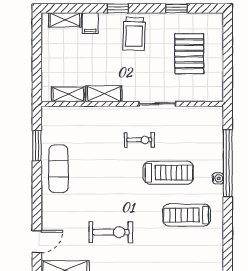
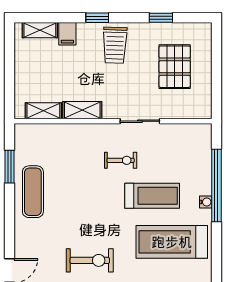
treadmill: (187, 215) -> (172, 242), width x1.37, depth x1.38

